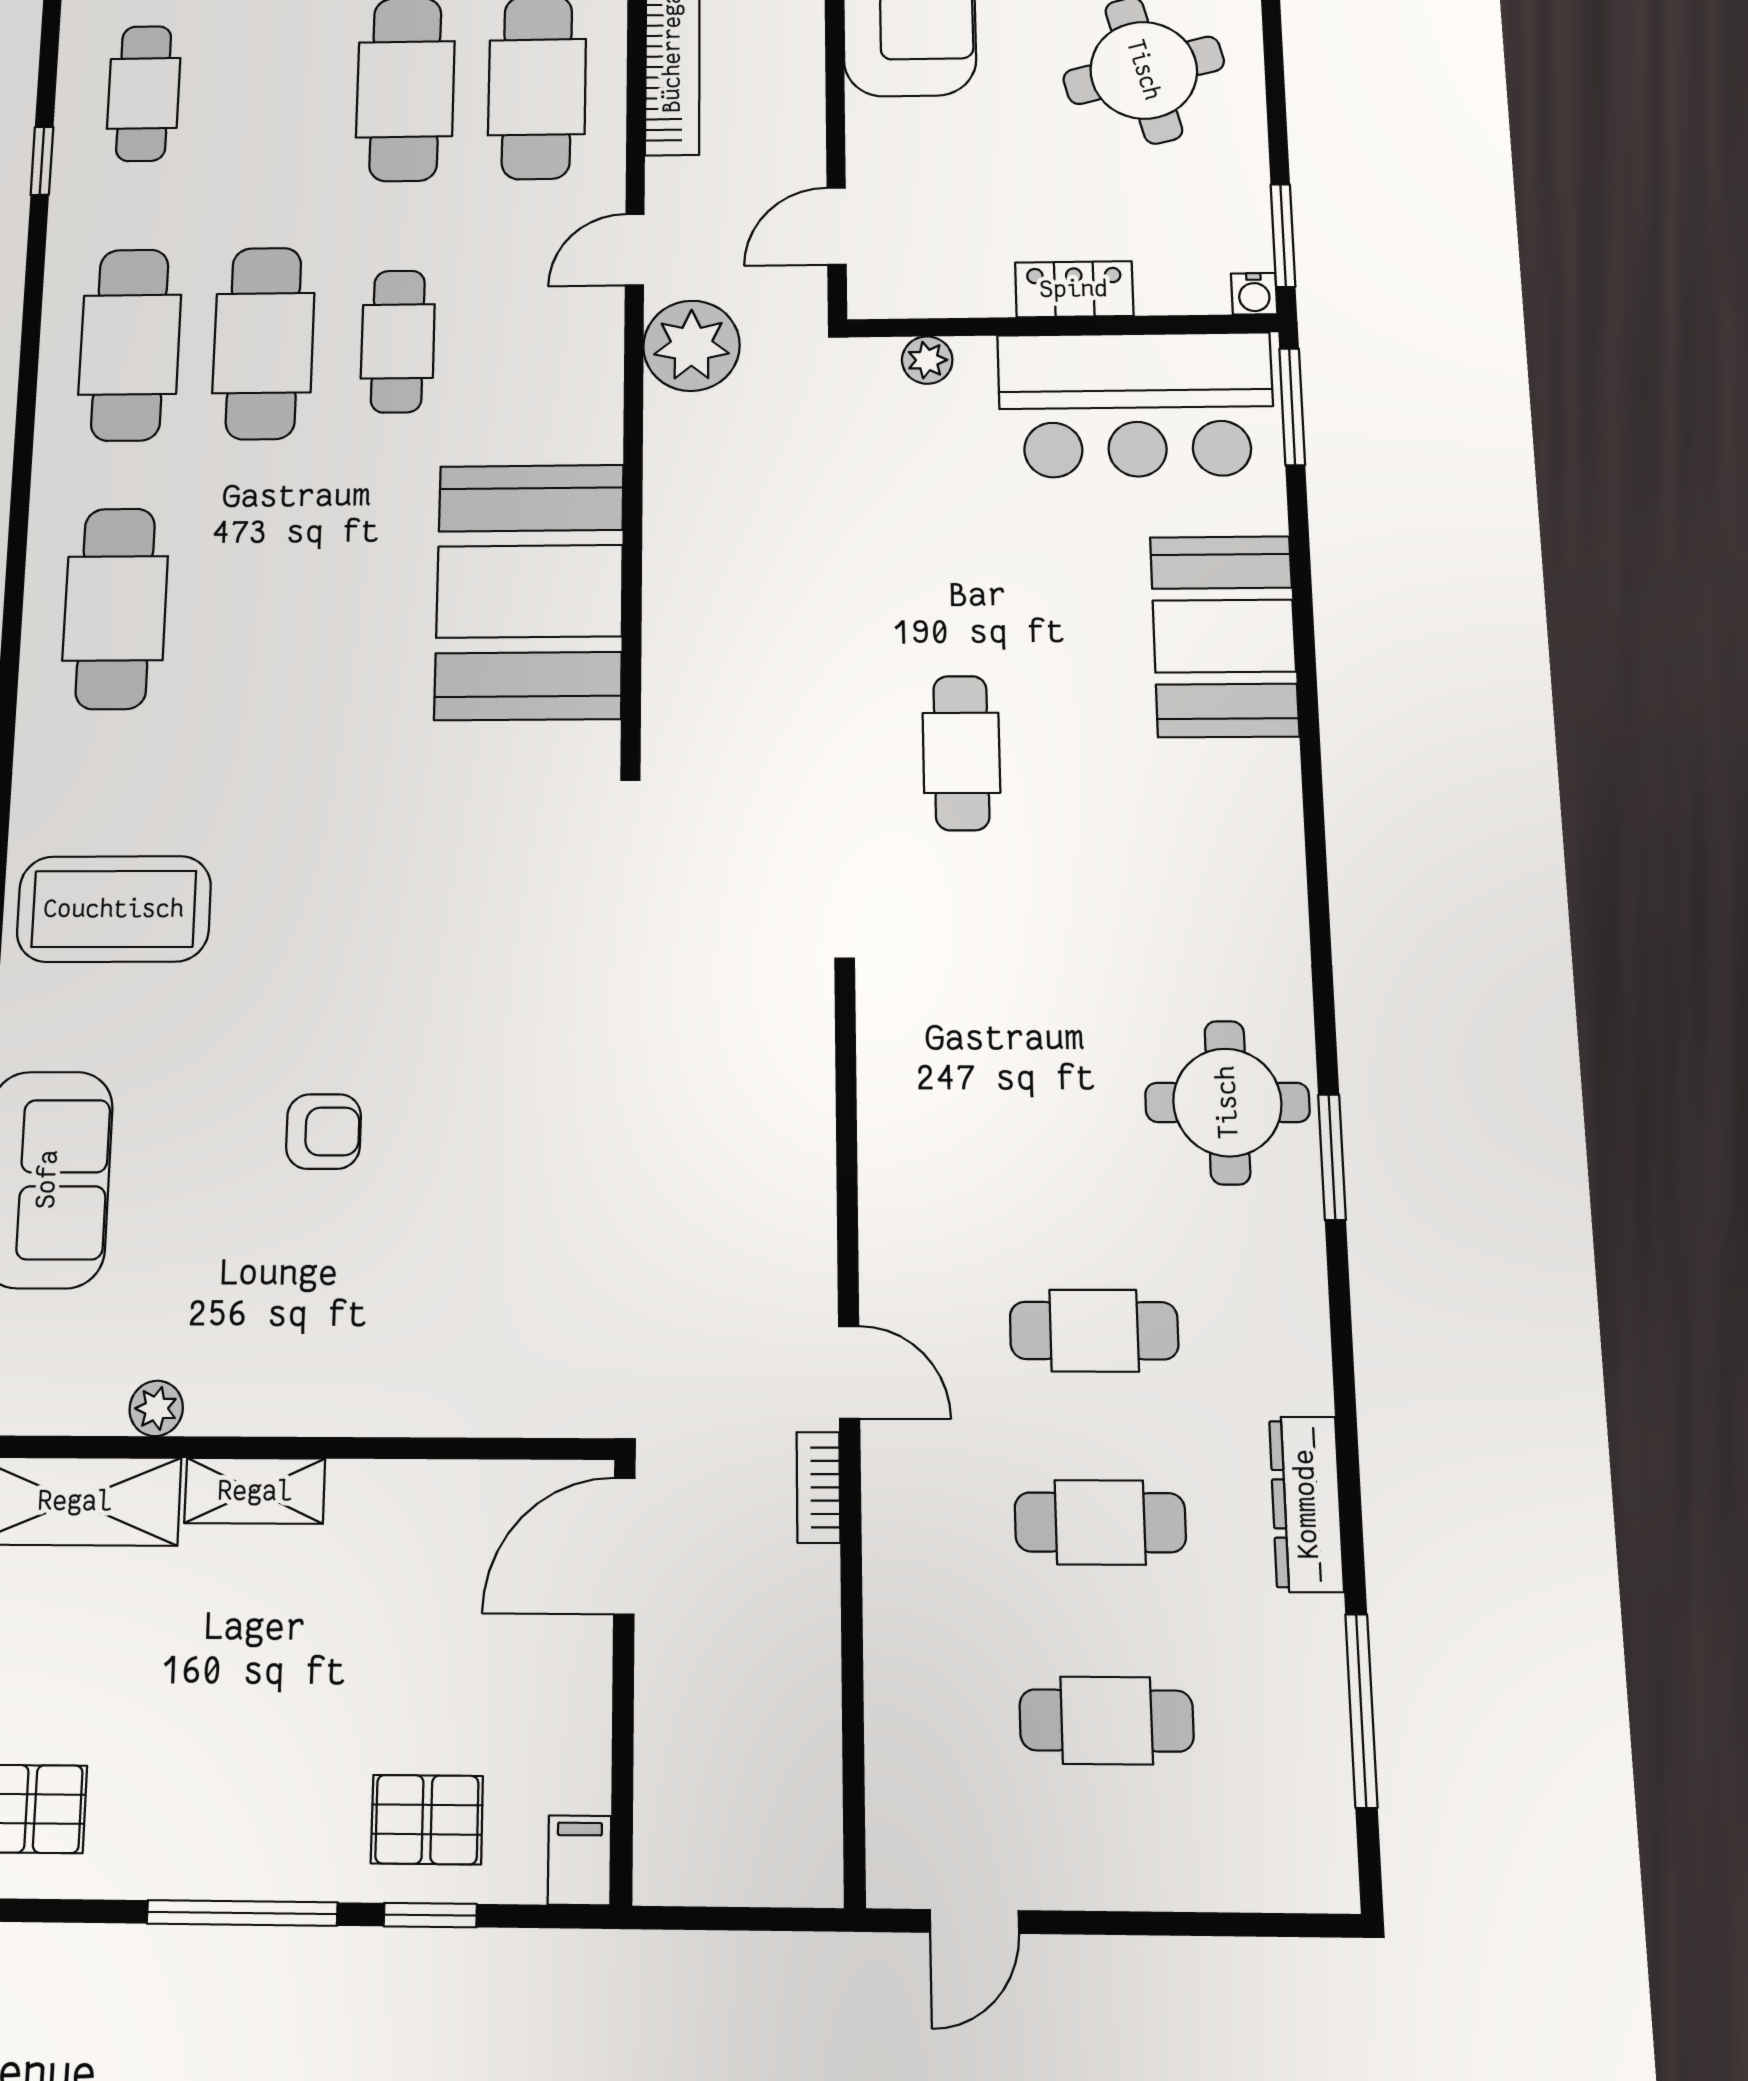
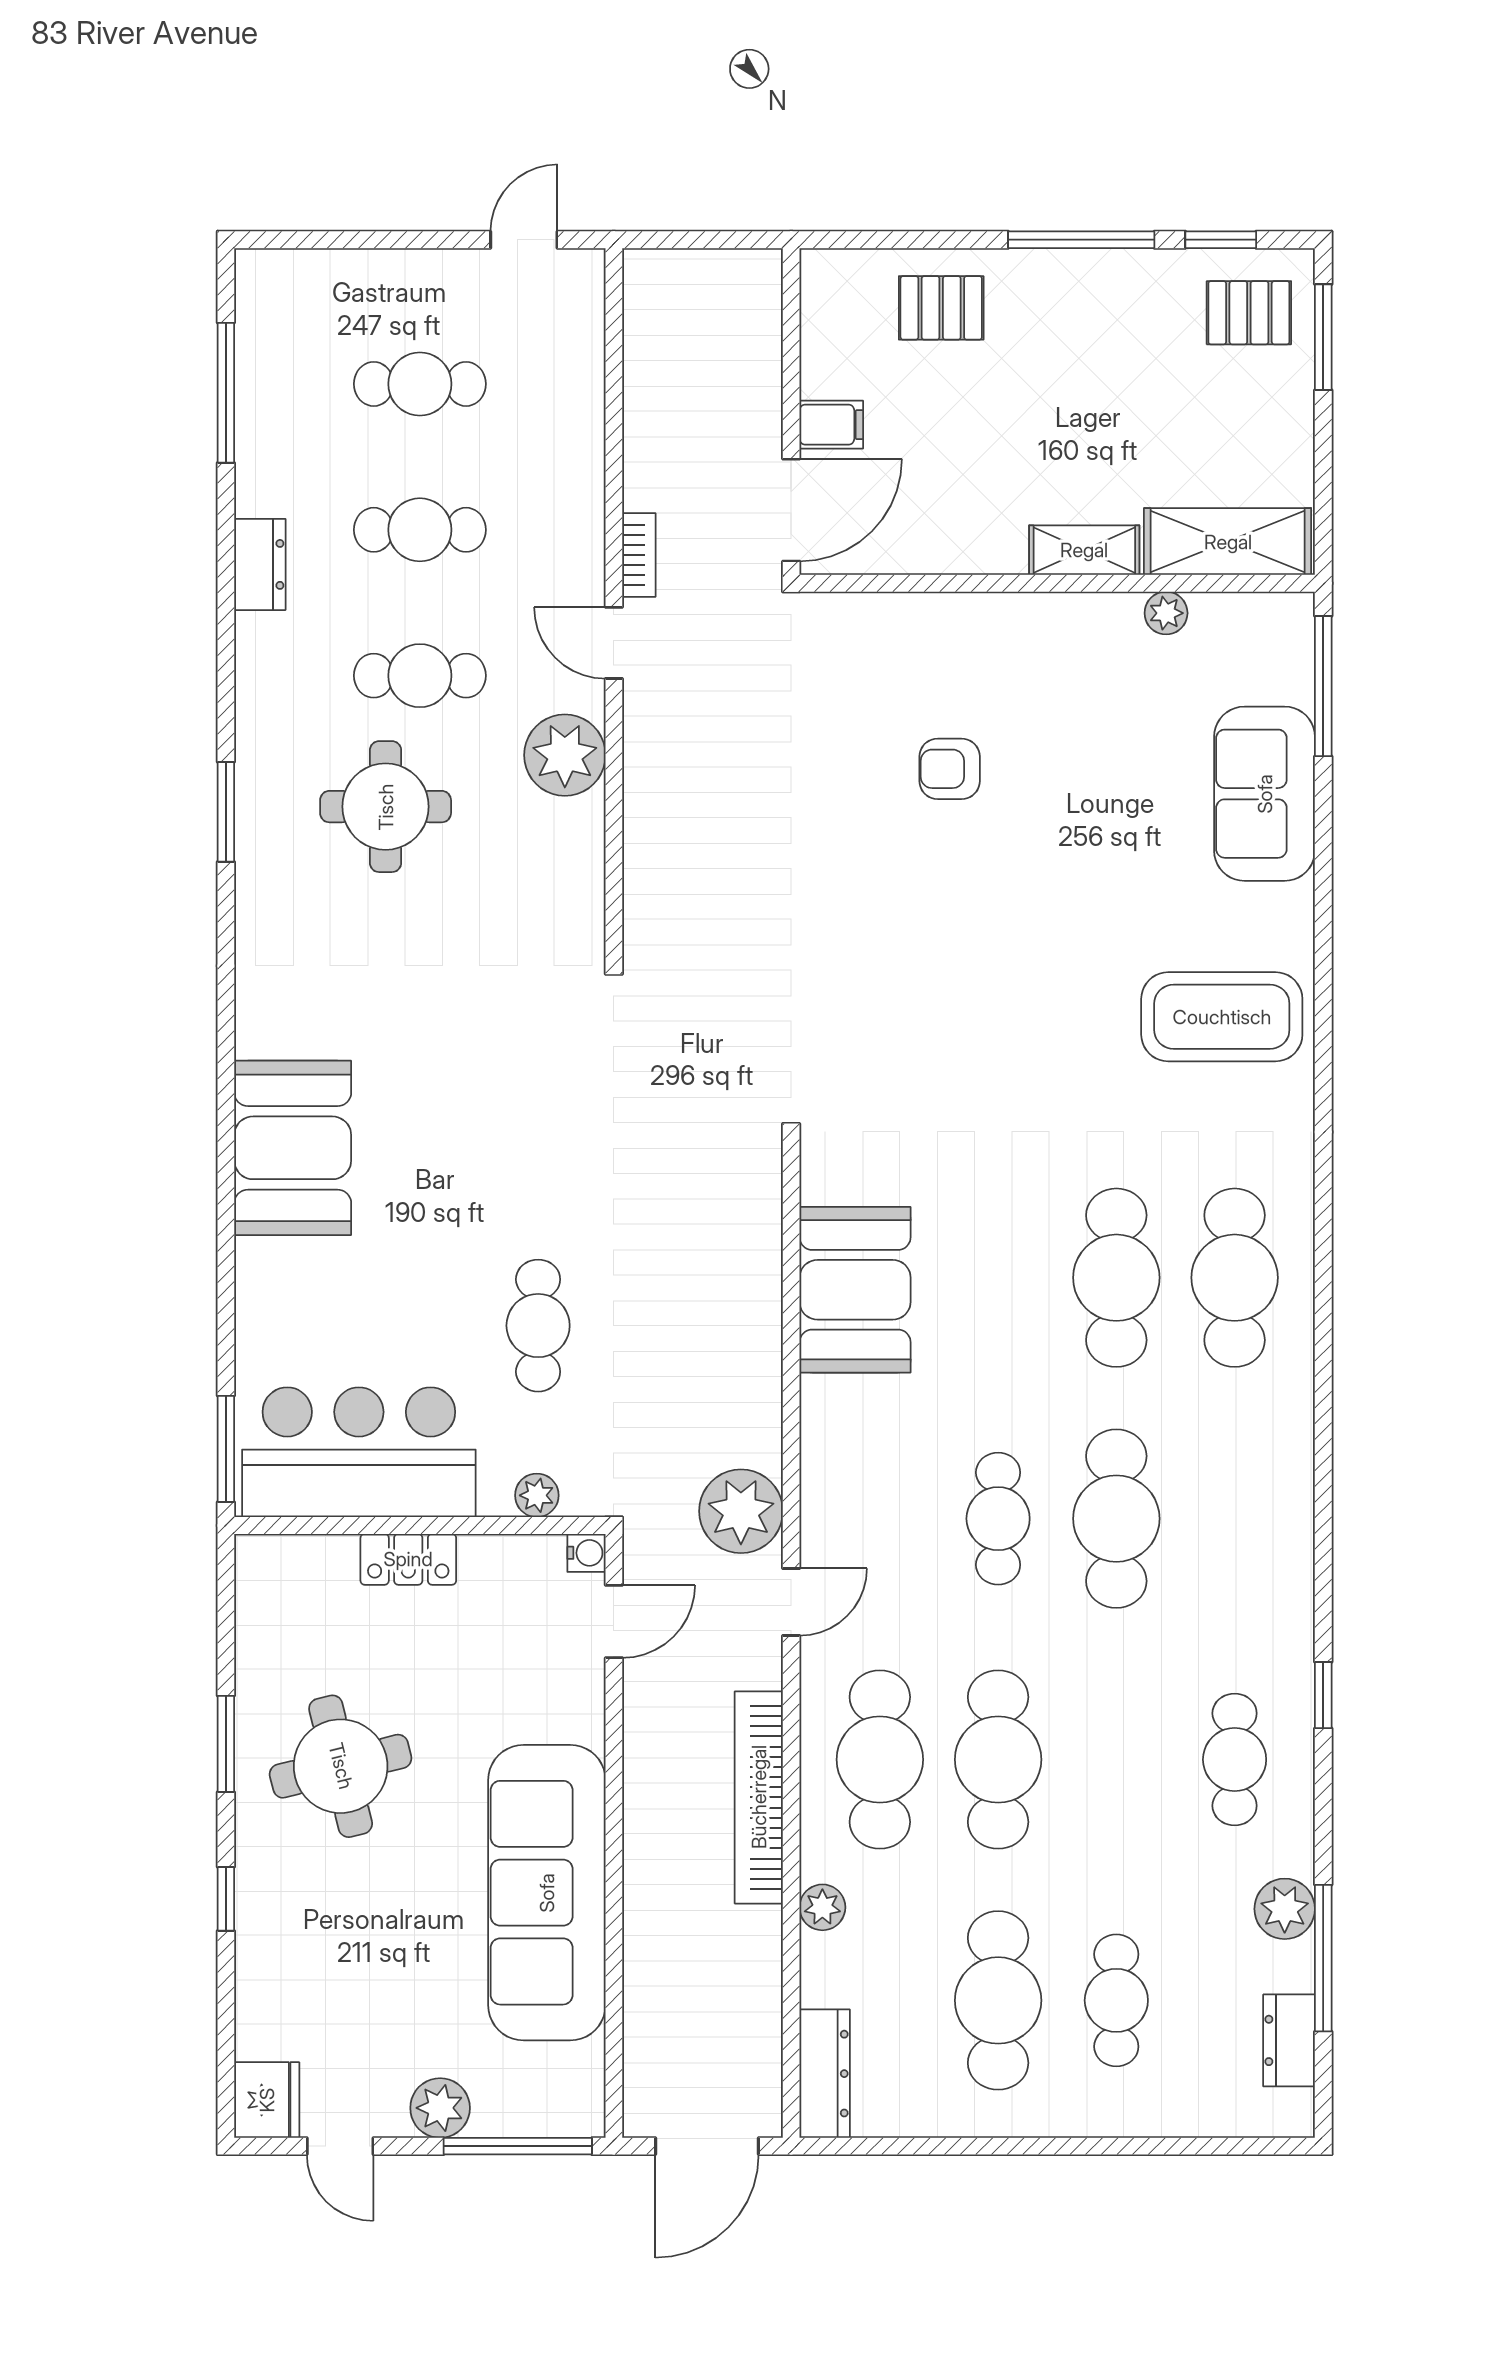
window: (1283, 235) -> (226, 1744), moved
water cooler: (1254, 294) -> (586, 1553), moved, turned 90
cafe table: (130, 345) -> (1116, 1278), moved
booth: (530, 591) -> (855, 1290), width x0.73, depth x0.70
booth: (1224, 636) -> (293, 1148), moved
cafe table: (961, 753) -> (538, 1326), moved
round table: (1227, 1102) -> (386, 807), moved
armchair: (323, 1131) -> (950, 769), moved
plant: (909, 1228) -> (565, 755), added
dresser: (1306, 1504) -> (260, 564), width x0.70
filing cabinet: (580, 1860) -> (831, 425), moved, turned -90
window: (430, 1915) -> (1221, 240), moved

